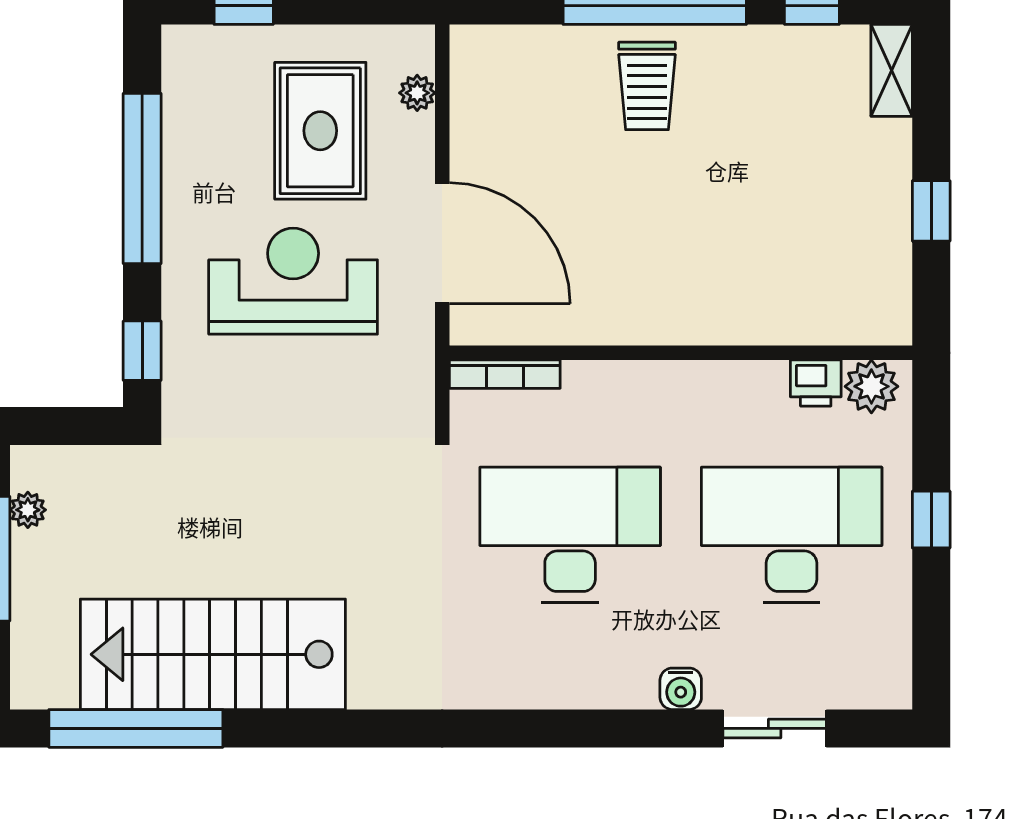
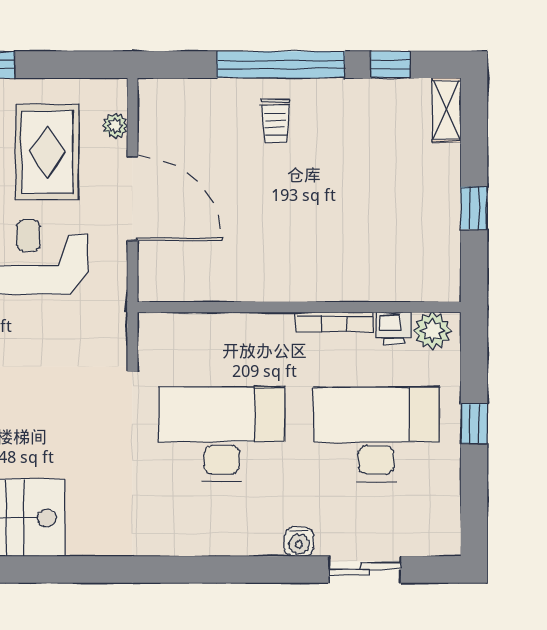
trolley: (647, 86) -> (276, 121), width x0.73, depth x0.72
door: (442, 243) -> (132, 198), moved
bookcase: (505, 374) -> (334, 322), moved

